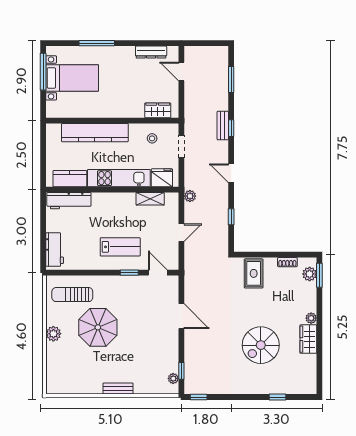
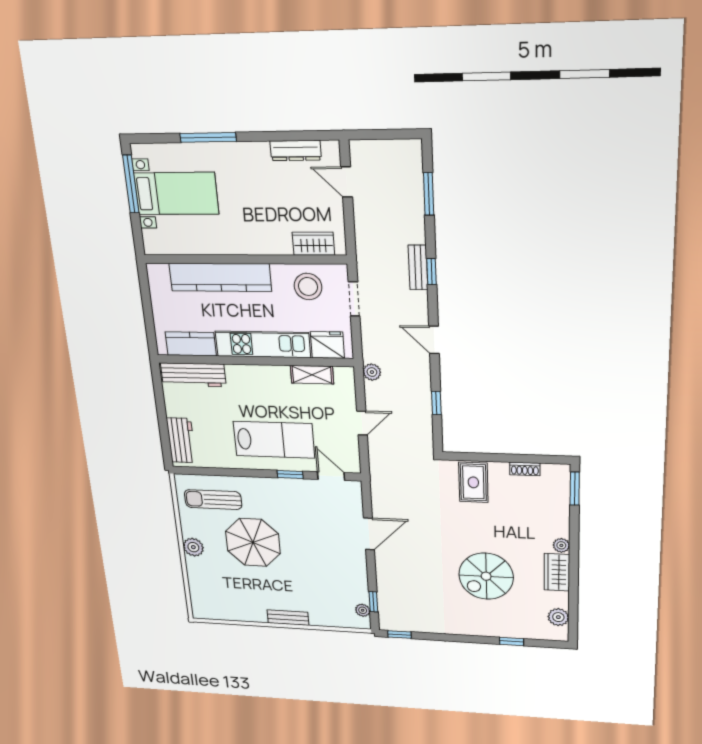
stool: (152, 138) -> (308, 286), width x1.89, depth x1.89
lab bench: (120, 247) -> (274, 440), width x1.36, depth x1.39
plant: (310, 274) -> (558, 617), moved
door: (181, 316) -> (369, 534), hinge flipped

